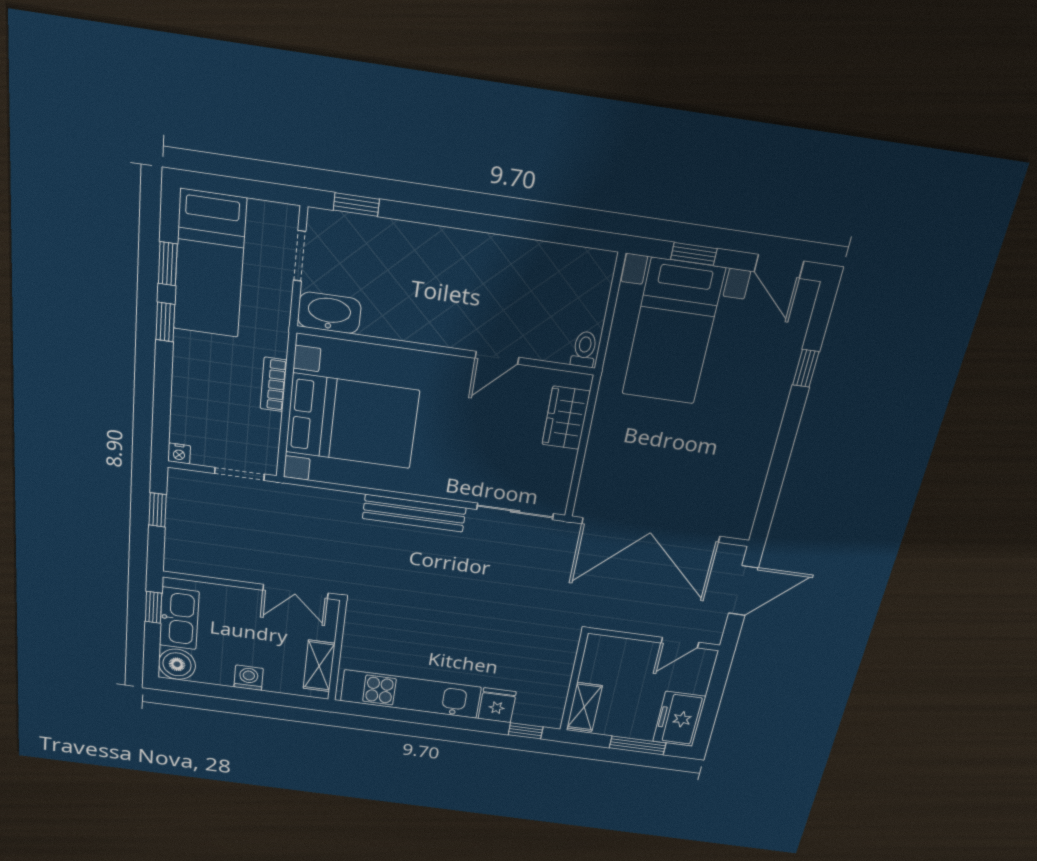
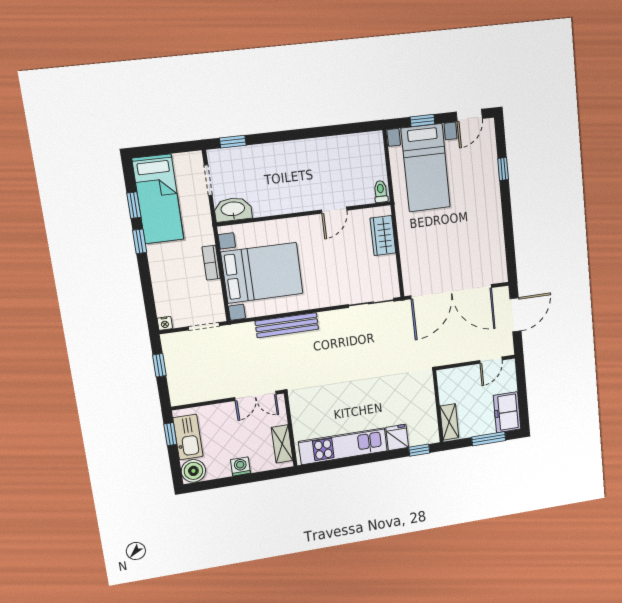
door: (779, 266) -> (469, 115), hinge flipped
bench: (414, 513) -> (287, 325), moved

